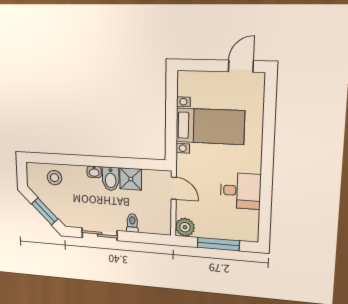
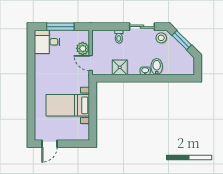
stool: (54, 178) -> (161, 38), moved
bidet: (111, 179) -> (157, 67), moved
desk: (240, 191) -> (47, 42), moved
plant: (185, 227) -> (83, 48), moved

